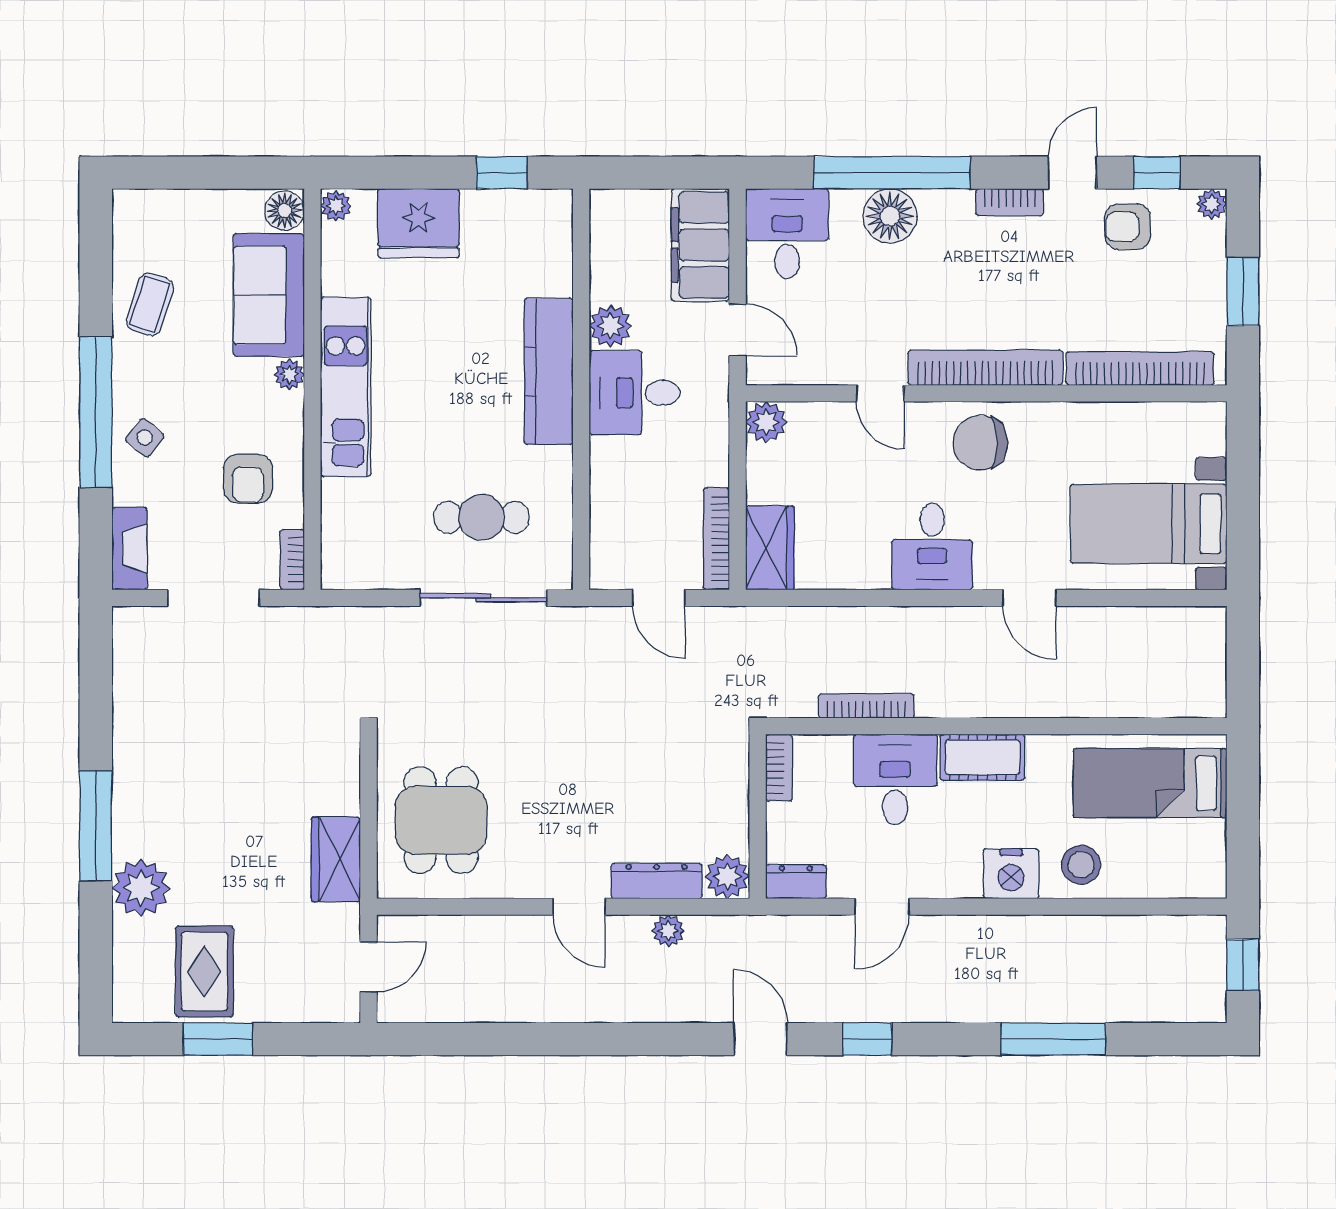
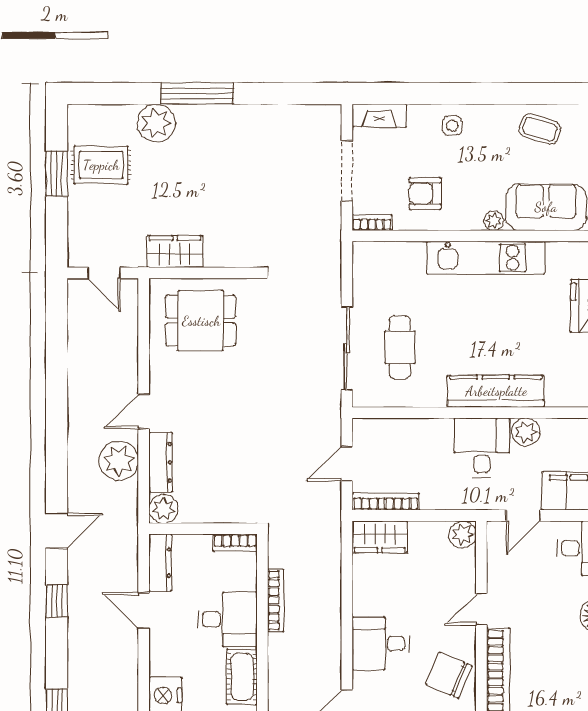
window: (96, 412) -> (469, 93), removed
side table: (145, 438) -> (452, 126), turned -38
chair: (980, 443) -> (449, 675), turned -67
dresser: (796, 882) -> (160, 563), width x1.44
plant: (668, 931) -> (119, 461), width x1.87, depth x1.87

